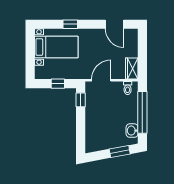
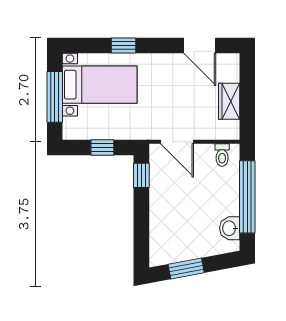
window: (30, 54) -> (55, 97), added
wardrobe: (132, 69) -> (229, 101), moved
door: (101, 80) -> (177, 142), swing flipped
window: (120, 152) -> (186, 268), moved

